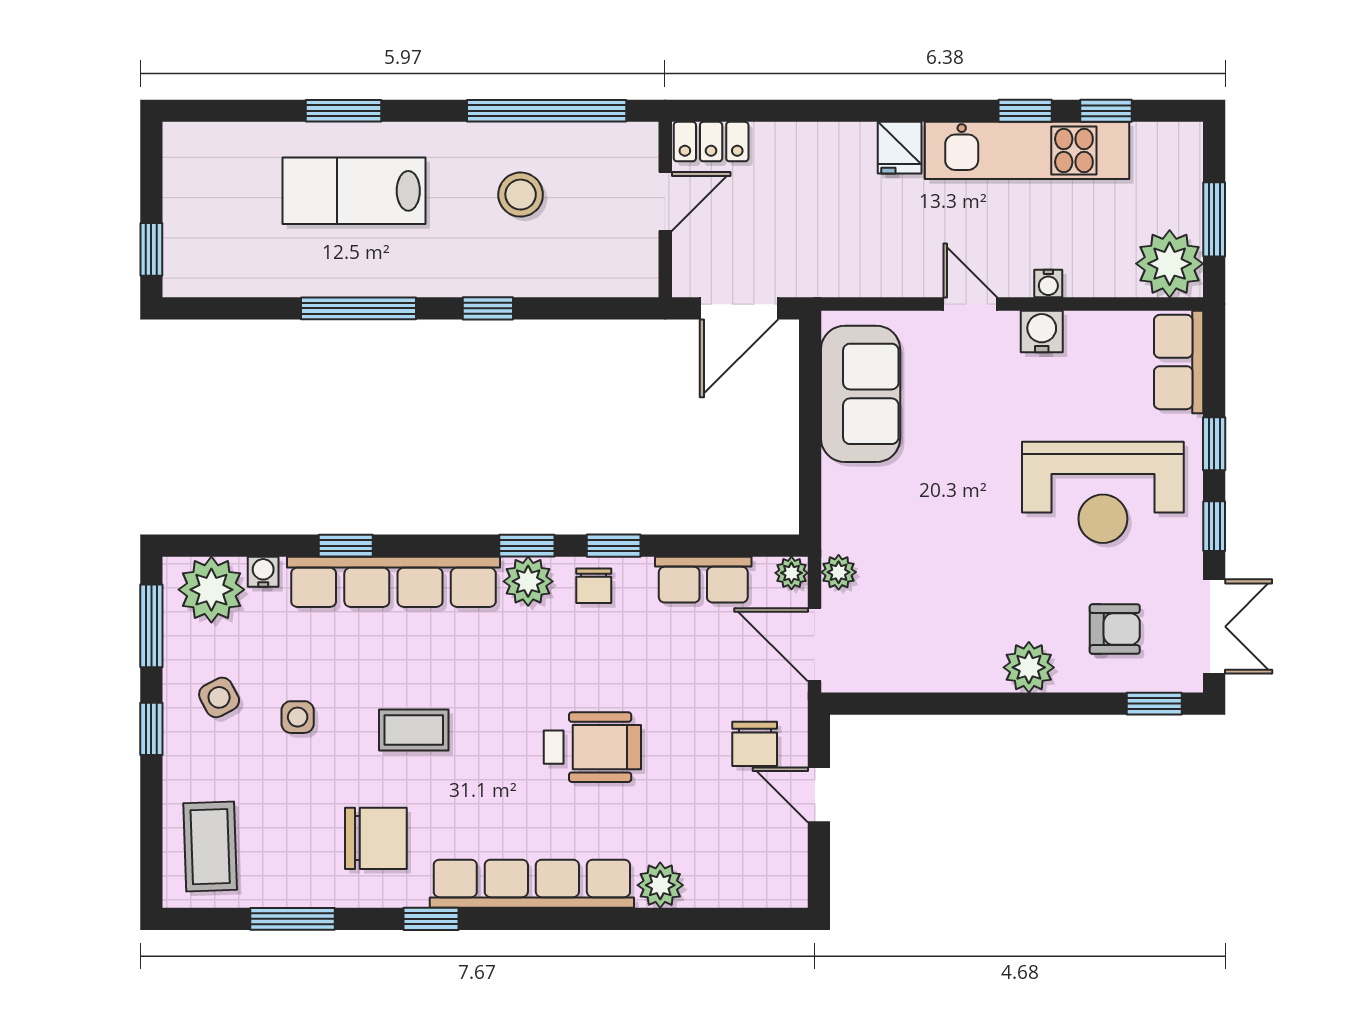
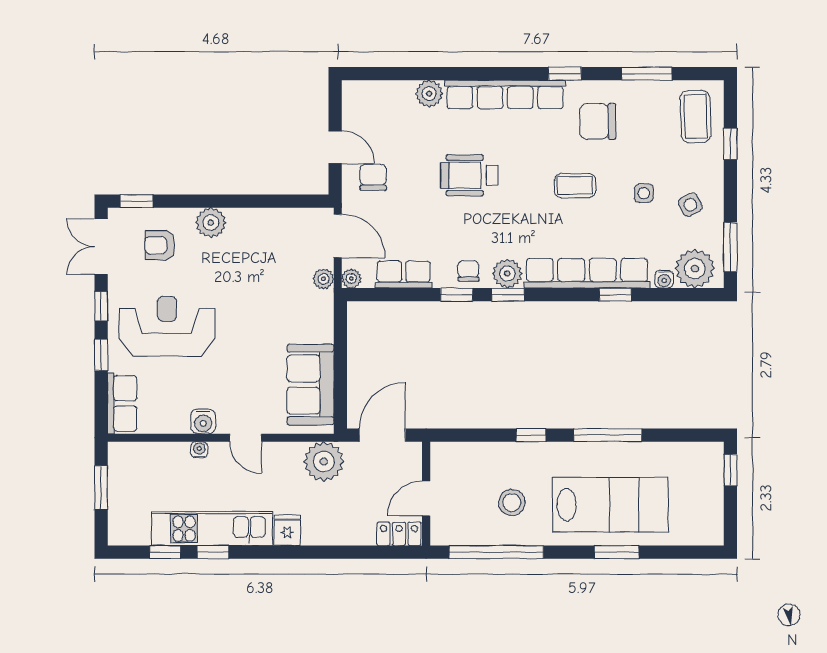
lab bench: (354, 191) -> (610, 505), width x1.36, depth x1.39
plant: (1170, 264) -> (324, 462), moved
window: (151, 729) -> (730, 144), moved

